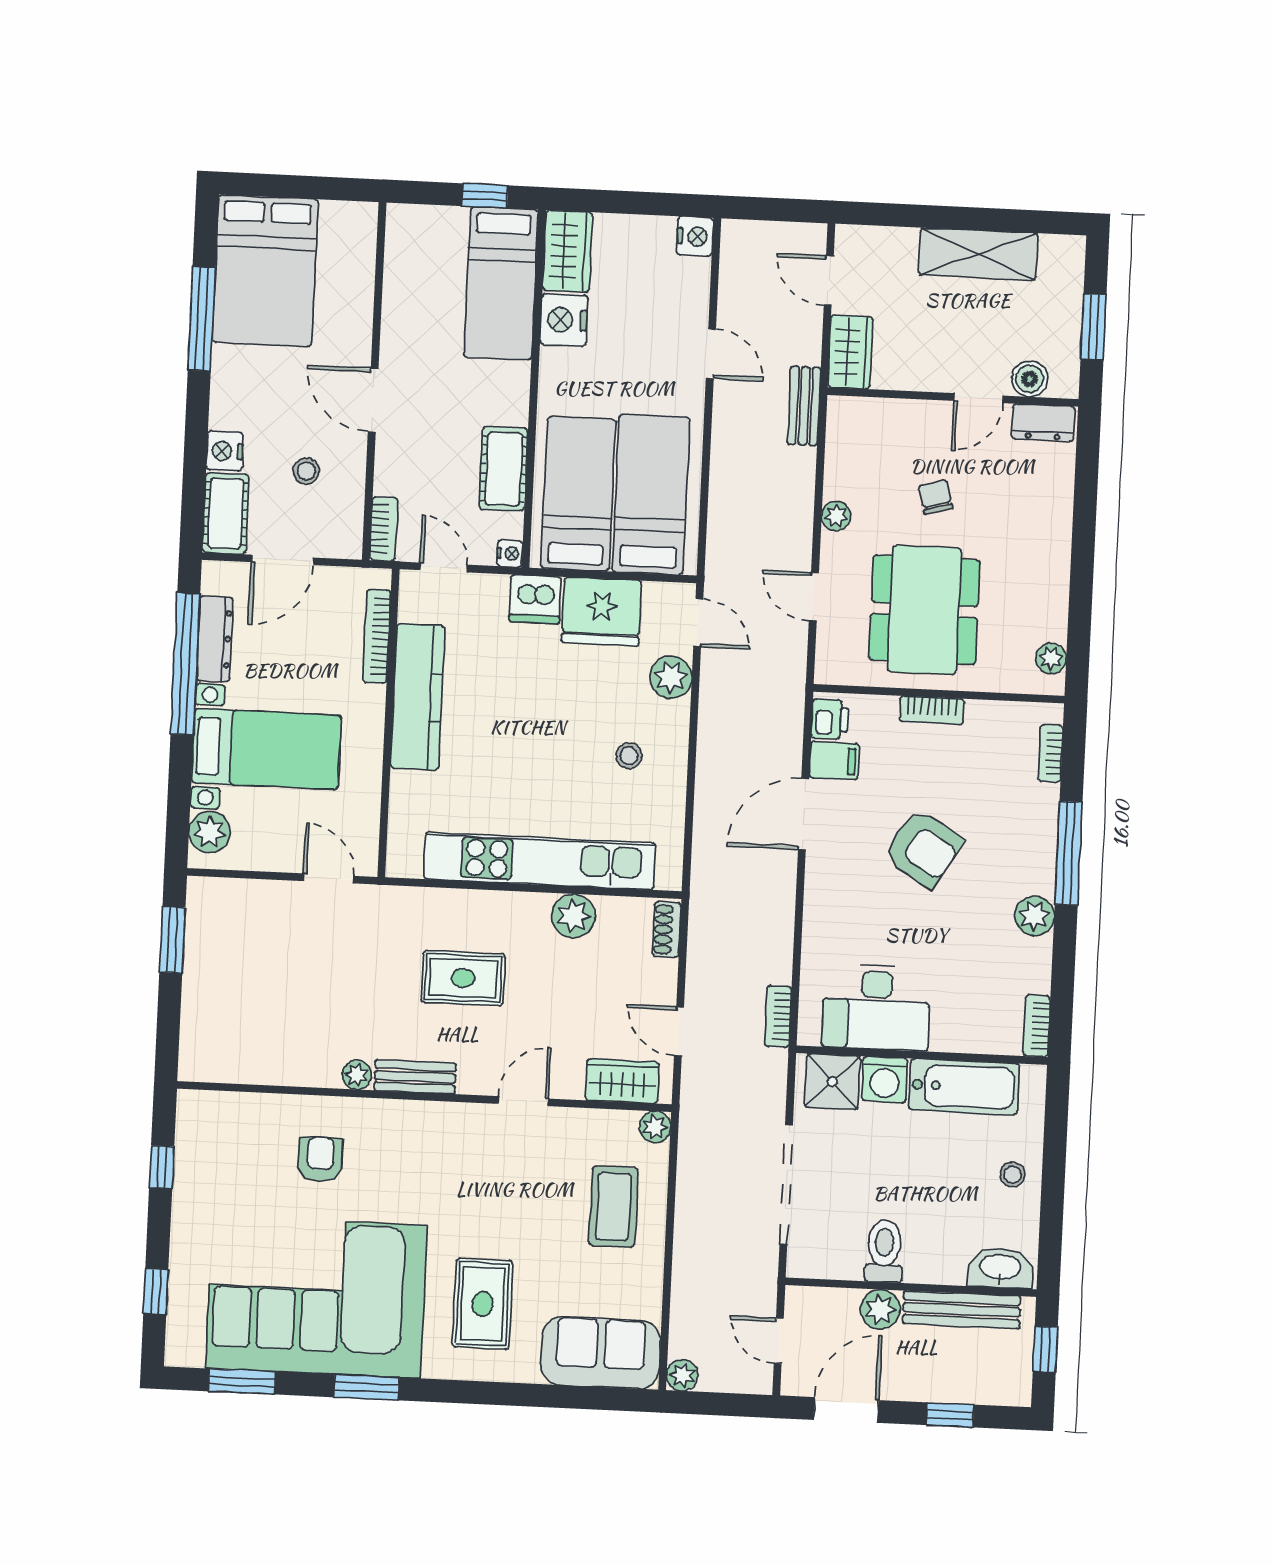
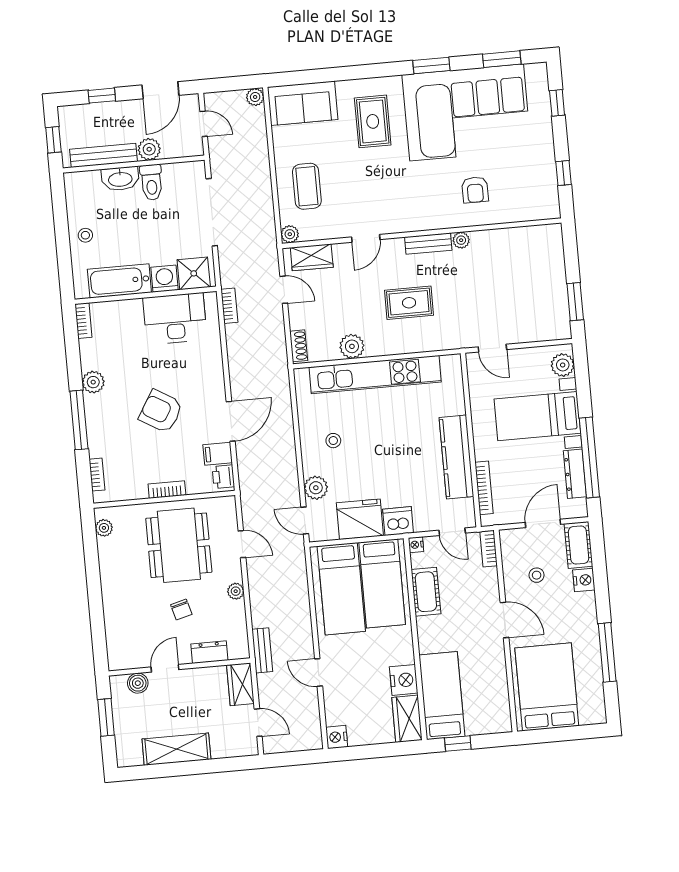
bed: (265, 271) -> (547, 687), moved
dresser: (1043, 423) -> (209, 652), moved
washbasin: (1000, 1268) -> (120, 179), moved

